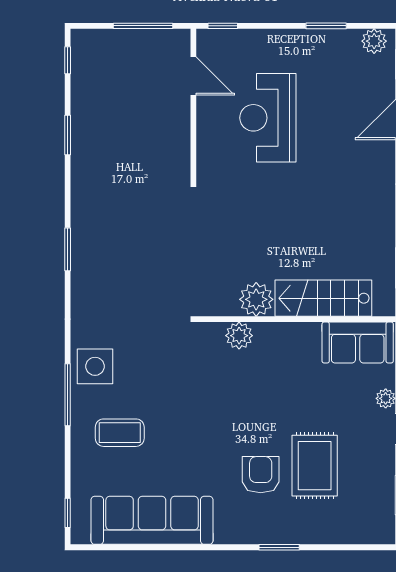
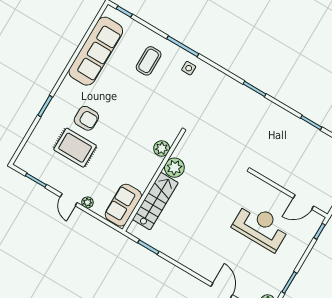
side table: (95, 366) -> (189, 68), width x0.54, depth x0.54

